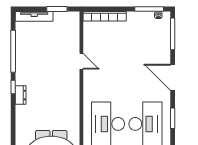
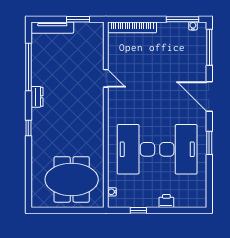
window: (13, 87) -> (28, 128), moved
dresser: (21, 95) -> (37, 97), moved

